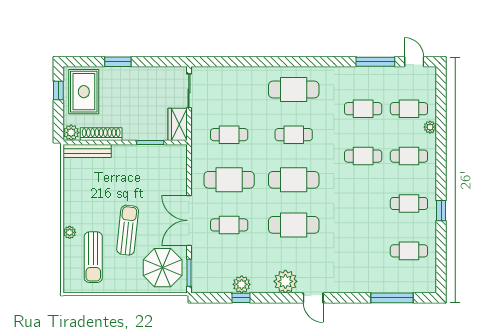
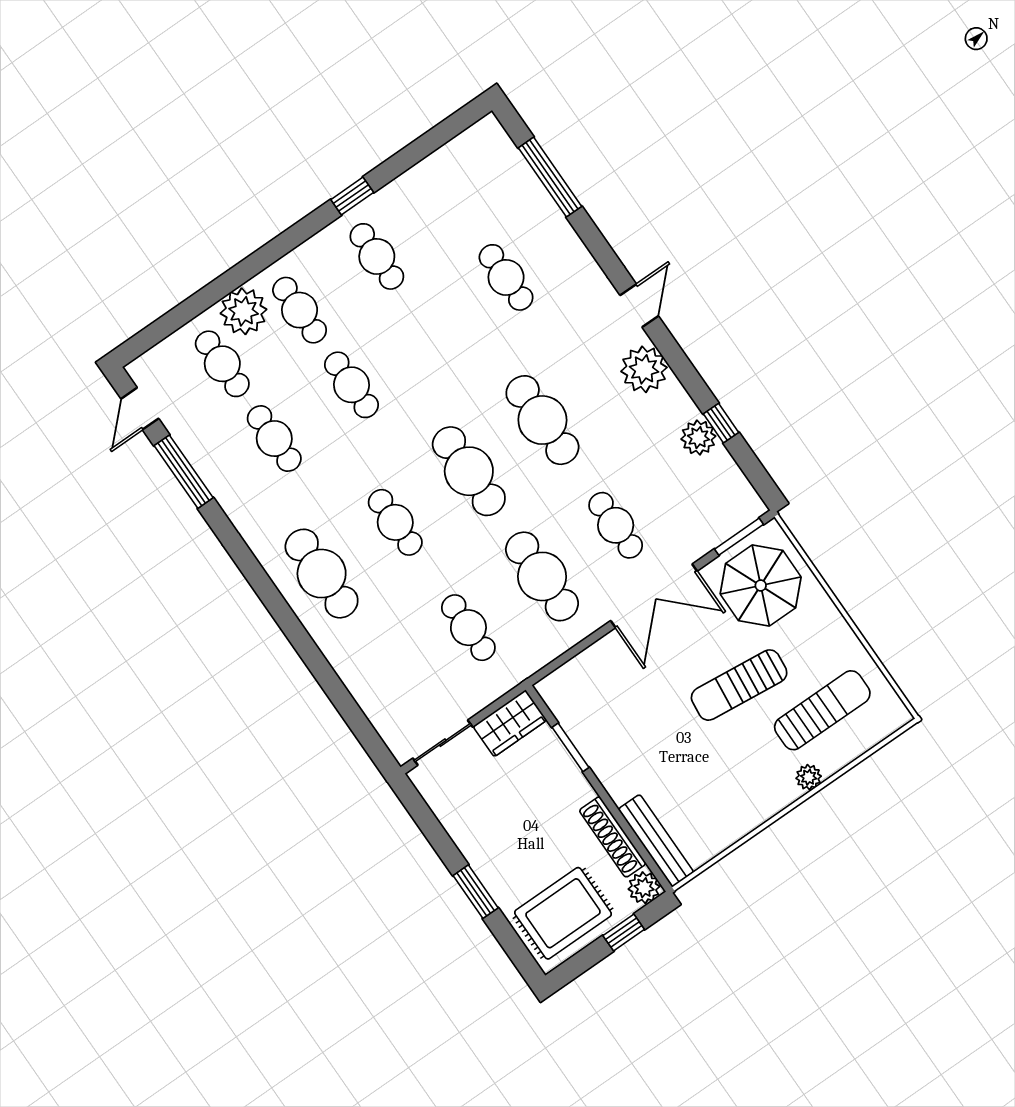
window: (58, 91) -> (624, 933), moved
plant: (430, 127) -> (244, 311), width x1.88, depth x1.88
cafe table: (409, 251) -> (506, 277), moved

